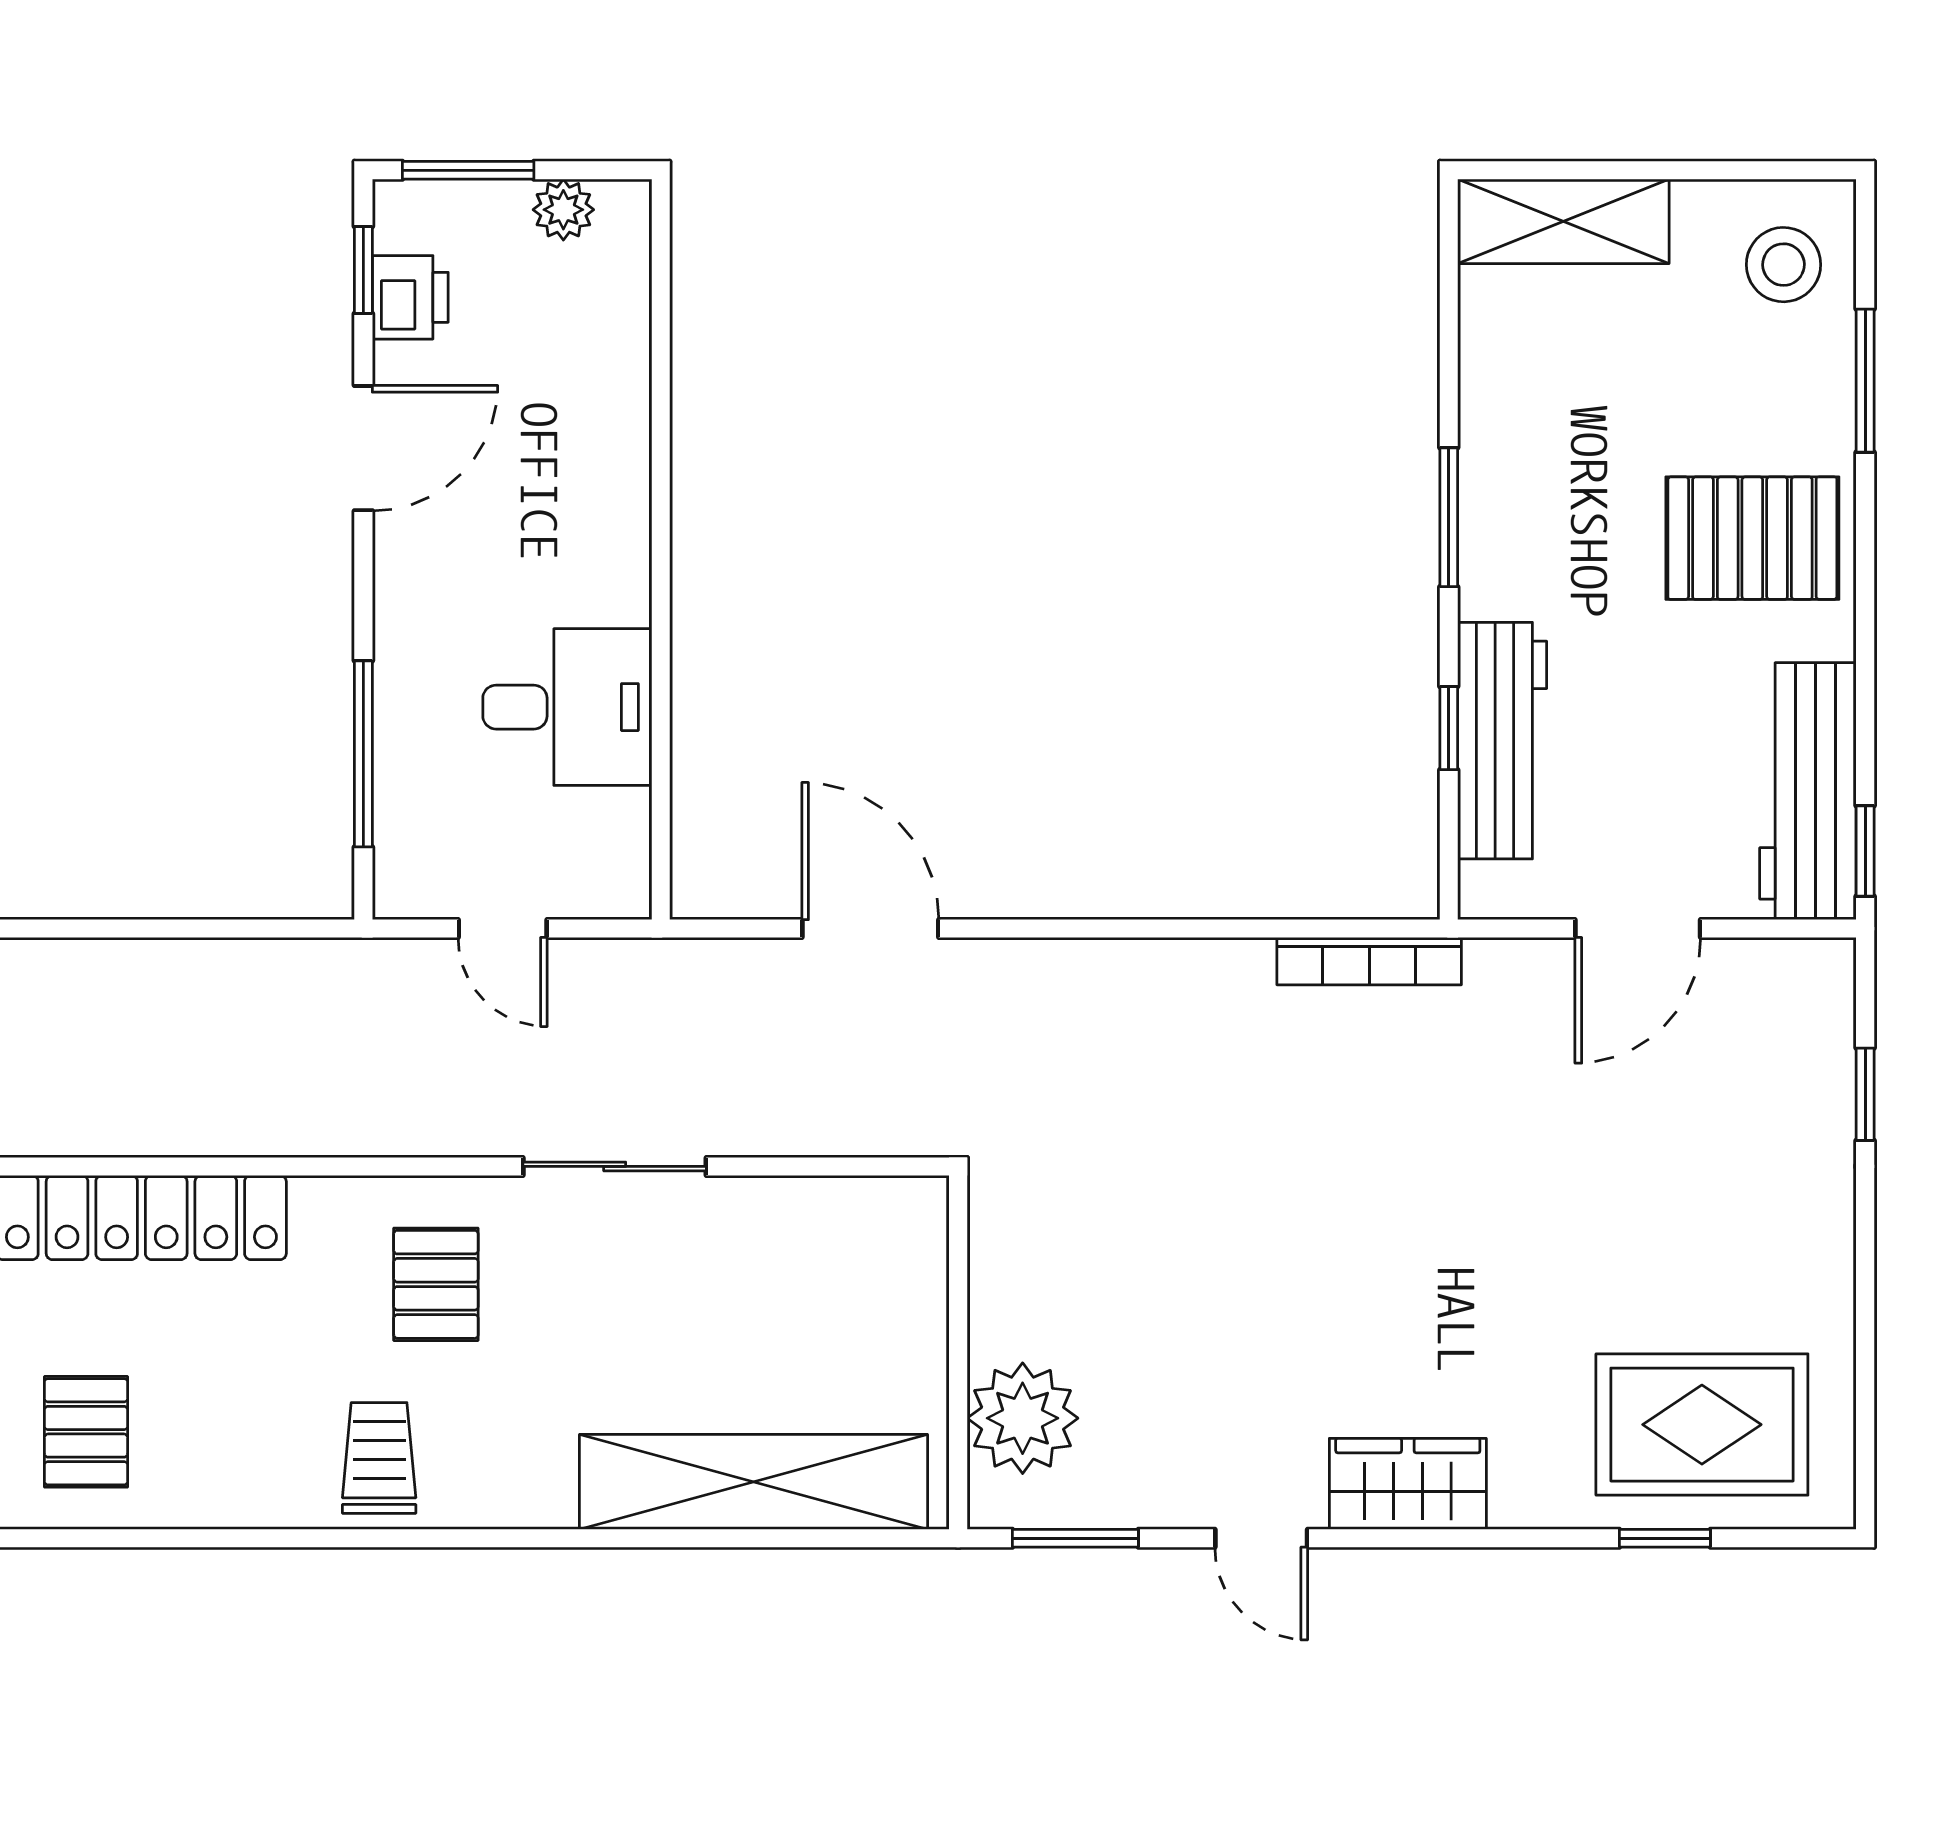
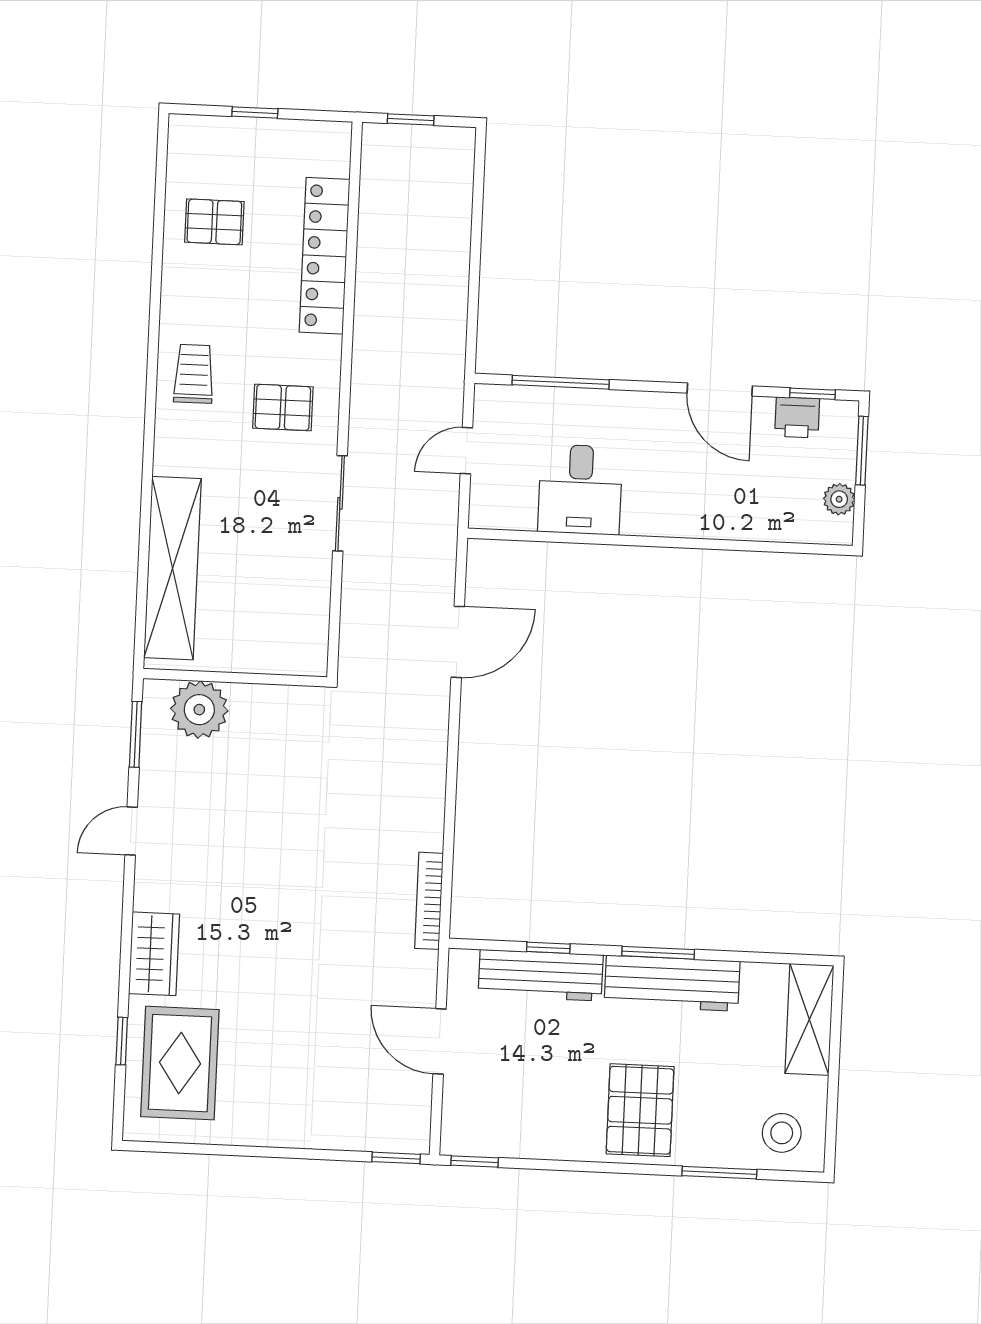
workbench: (1808, 791) -> (672, 983), moved, turned 180
window: (1865, 1094) -> (396, 1158), moved
trolley: (379, 1458) -> (194, 374), turned -90
wardrobe: (1408, 1484) -> (154, 954), moved

